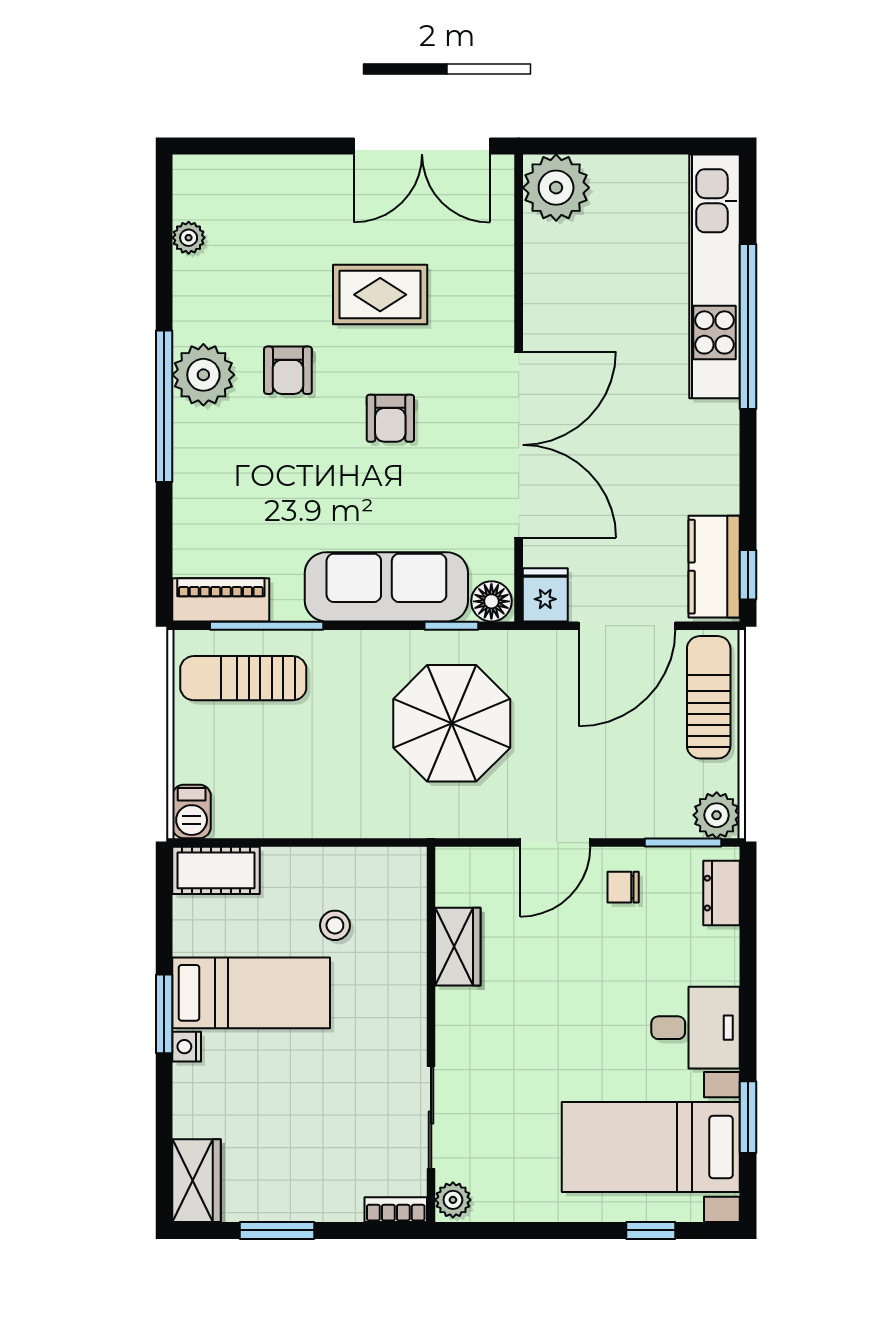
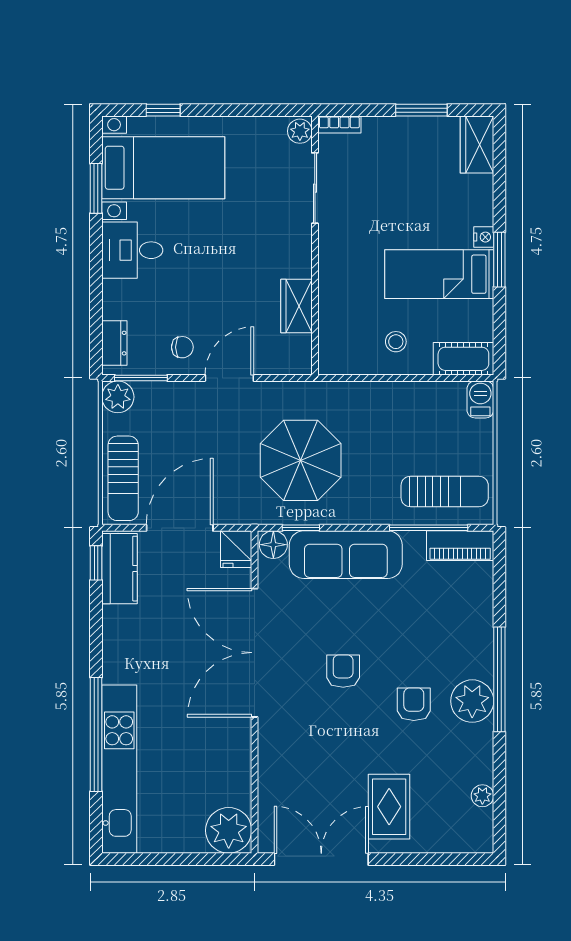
rug: (380, 295) -> (389, 807), moved, turned 90
stool: (335, 925) -> (396, 342), moved

